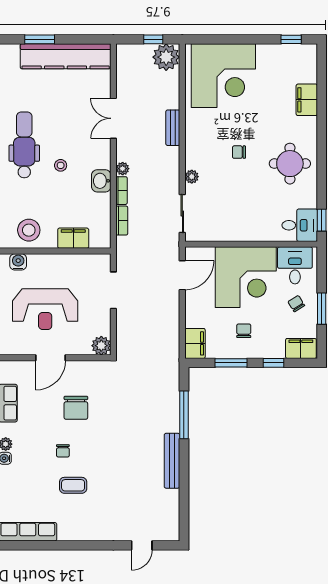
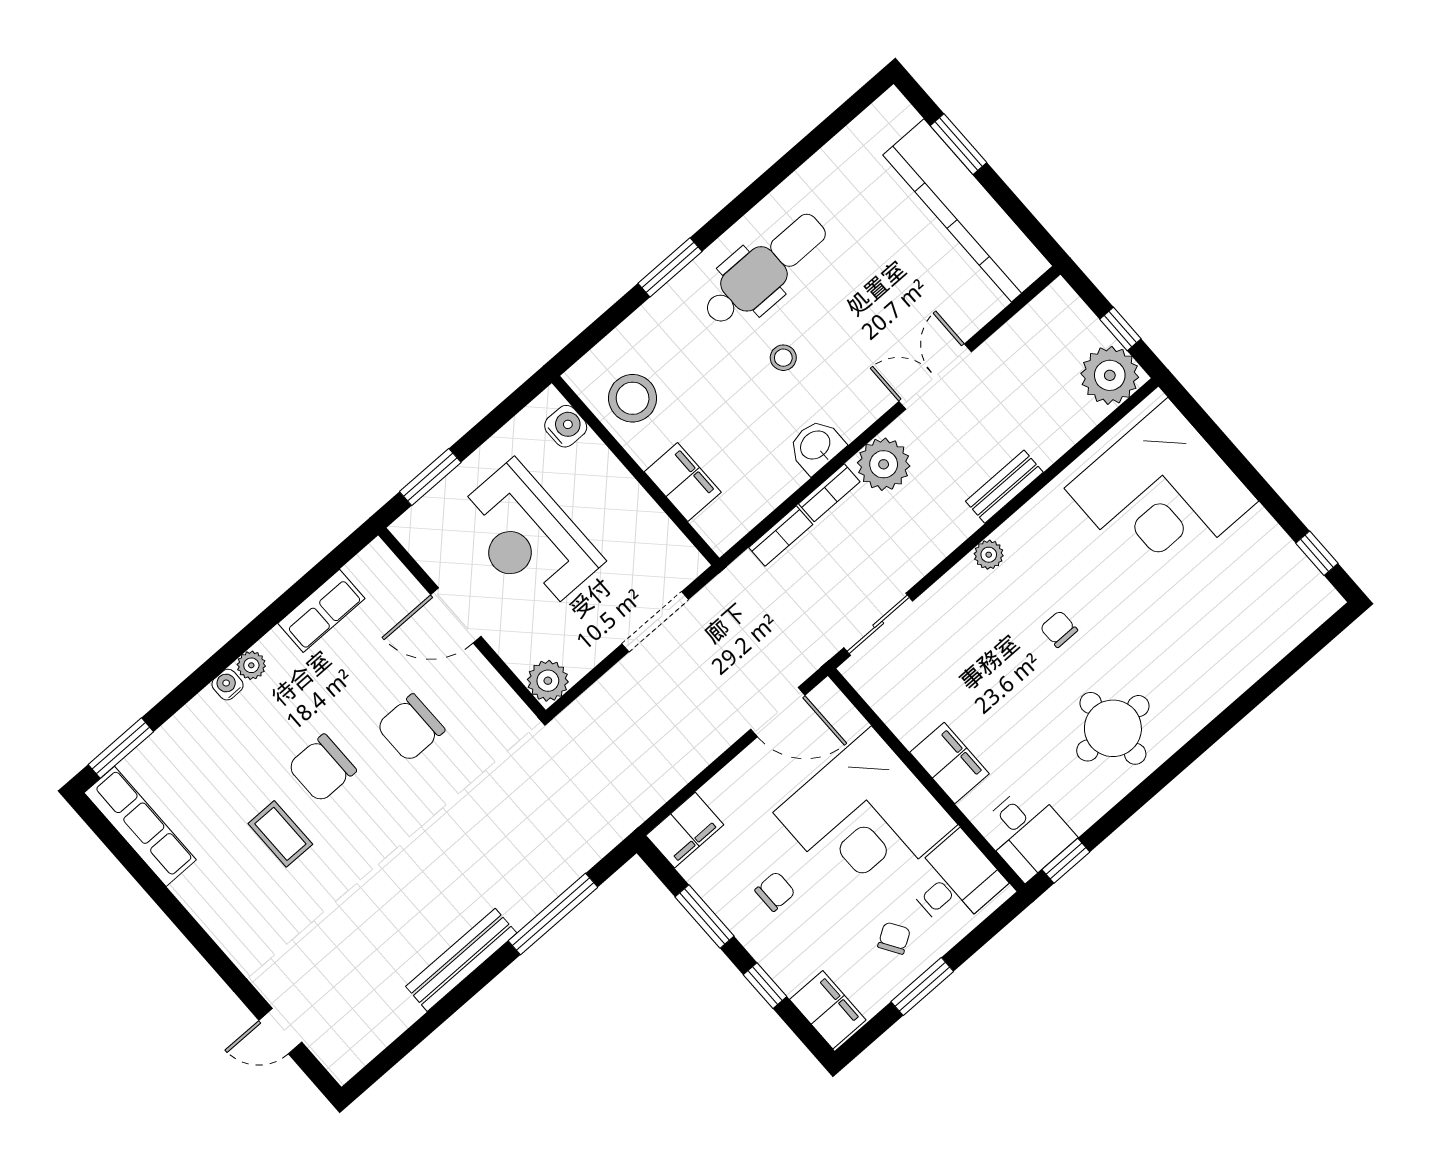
filing cabinet: (307, 100) -> (949, 763), moved, turned 90
plant: (123, 169) -> (884, 464), width x1.88, depth x1.88
plant: (192, 177) -> (989, 555), moved
chair: (63, 451) -> (322, 768), width x1.87, depth x1.87

